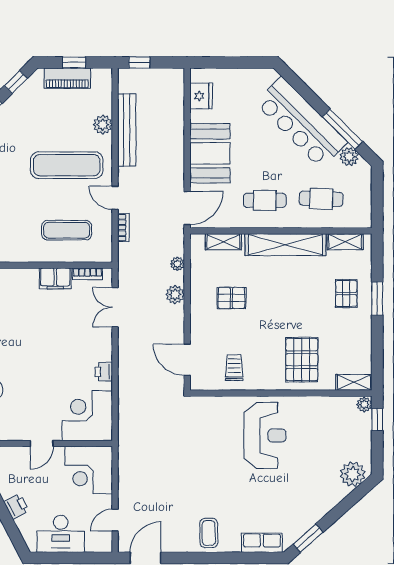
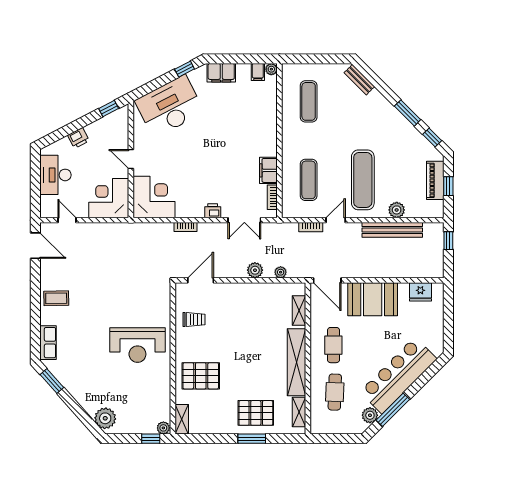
pallet: (346, 294) -> (256, 413), width x1.50, depth x1.42
pallet: (231, 298) -> (252, 317), removed
double door: (115, 307) -> (244, 220), swing flipped
printer: (104, 372) -> (213, 211), moved
bookcase: (123, 378) -> (186, 227), added

